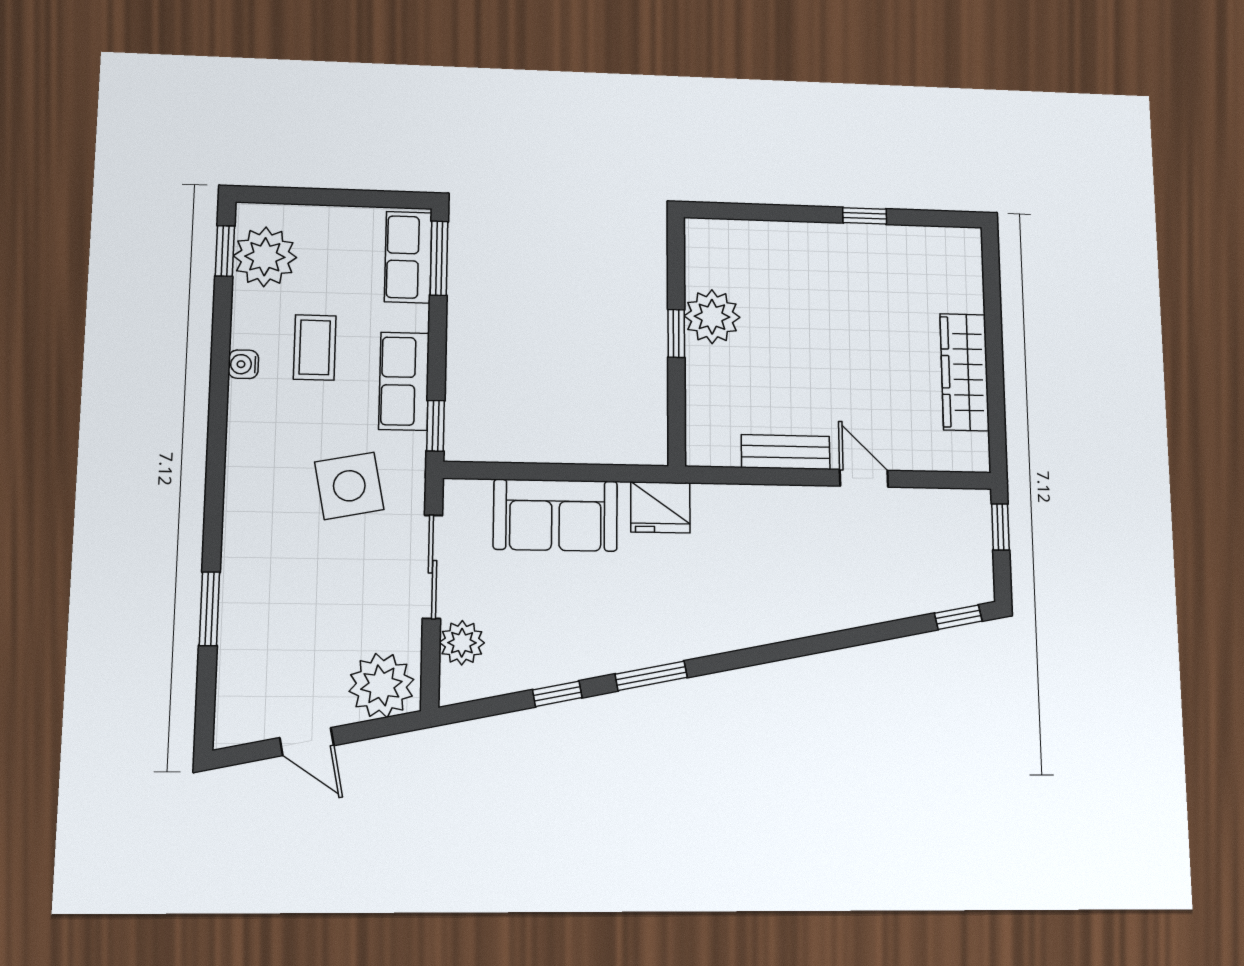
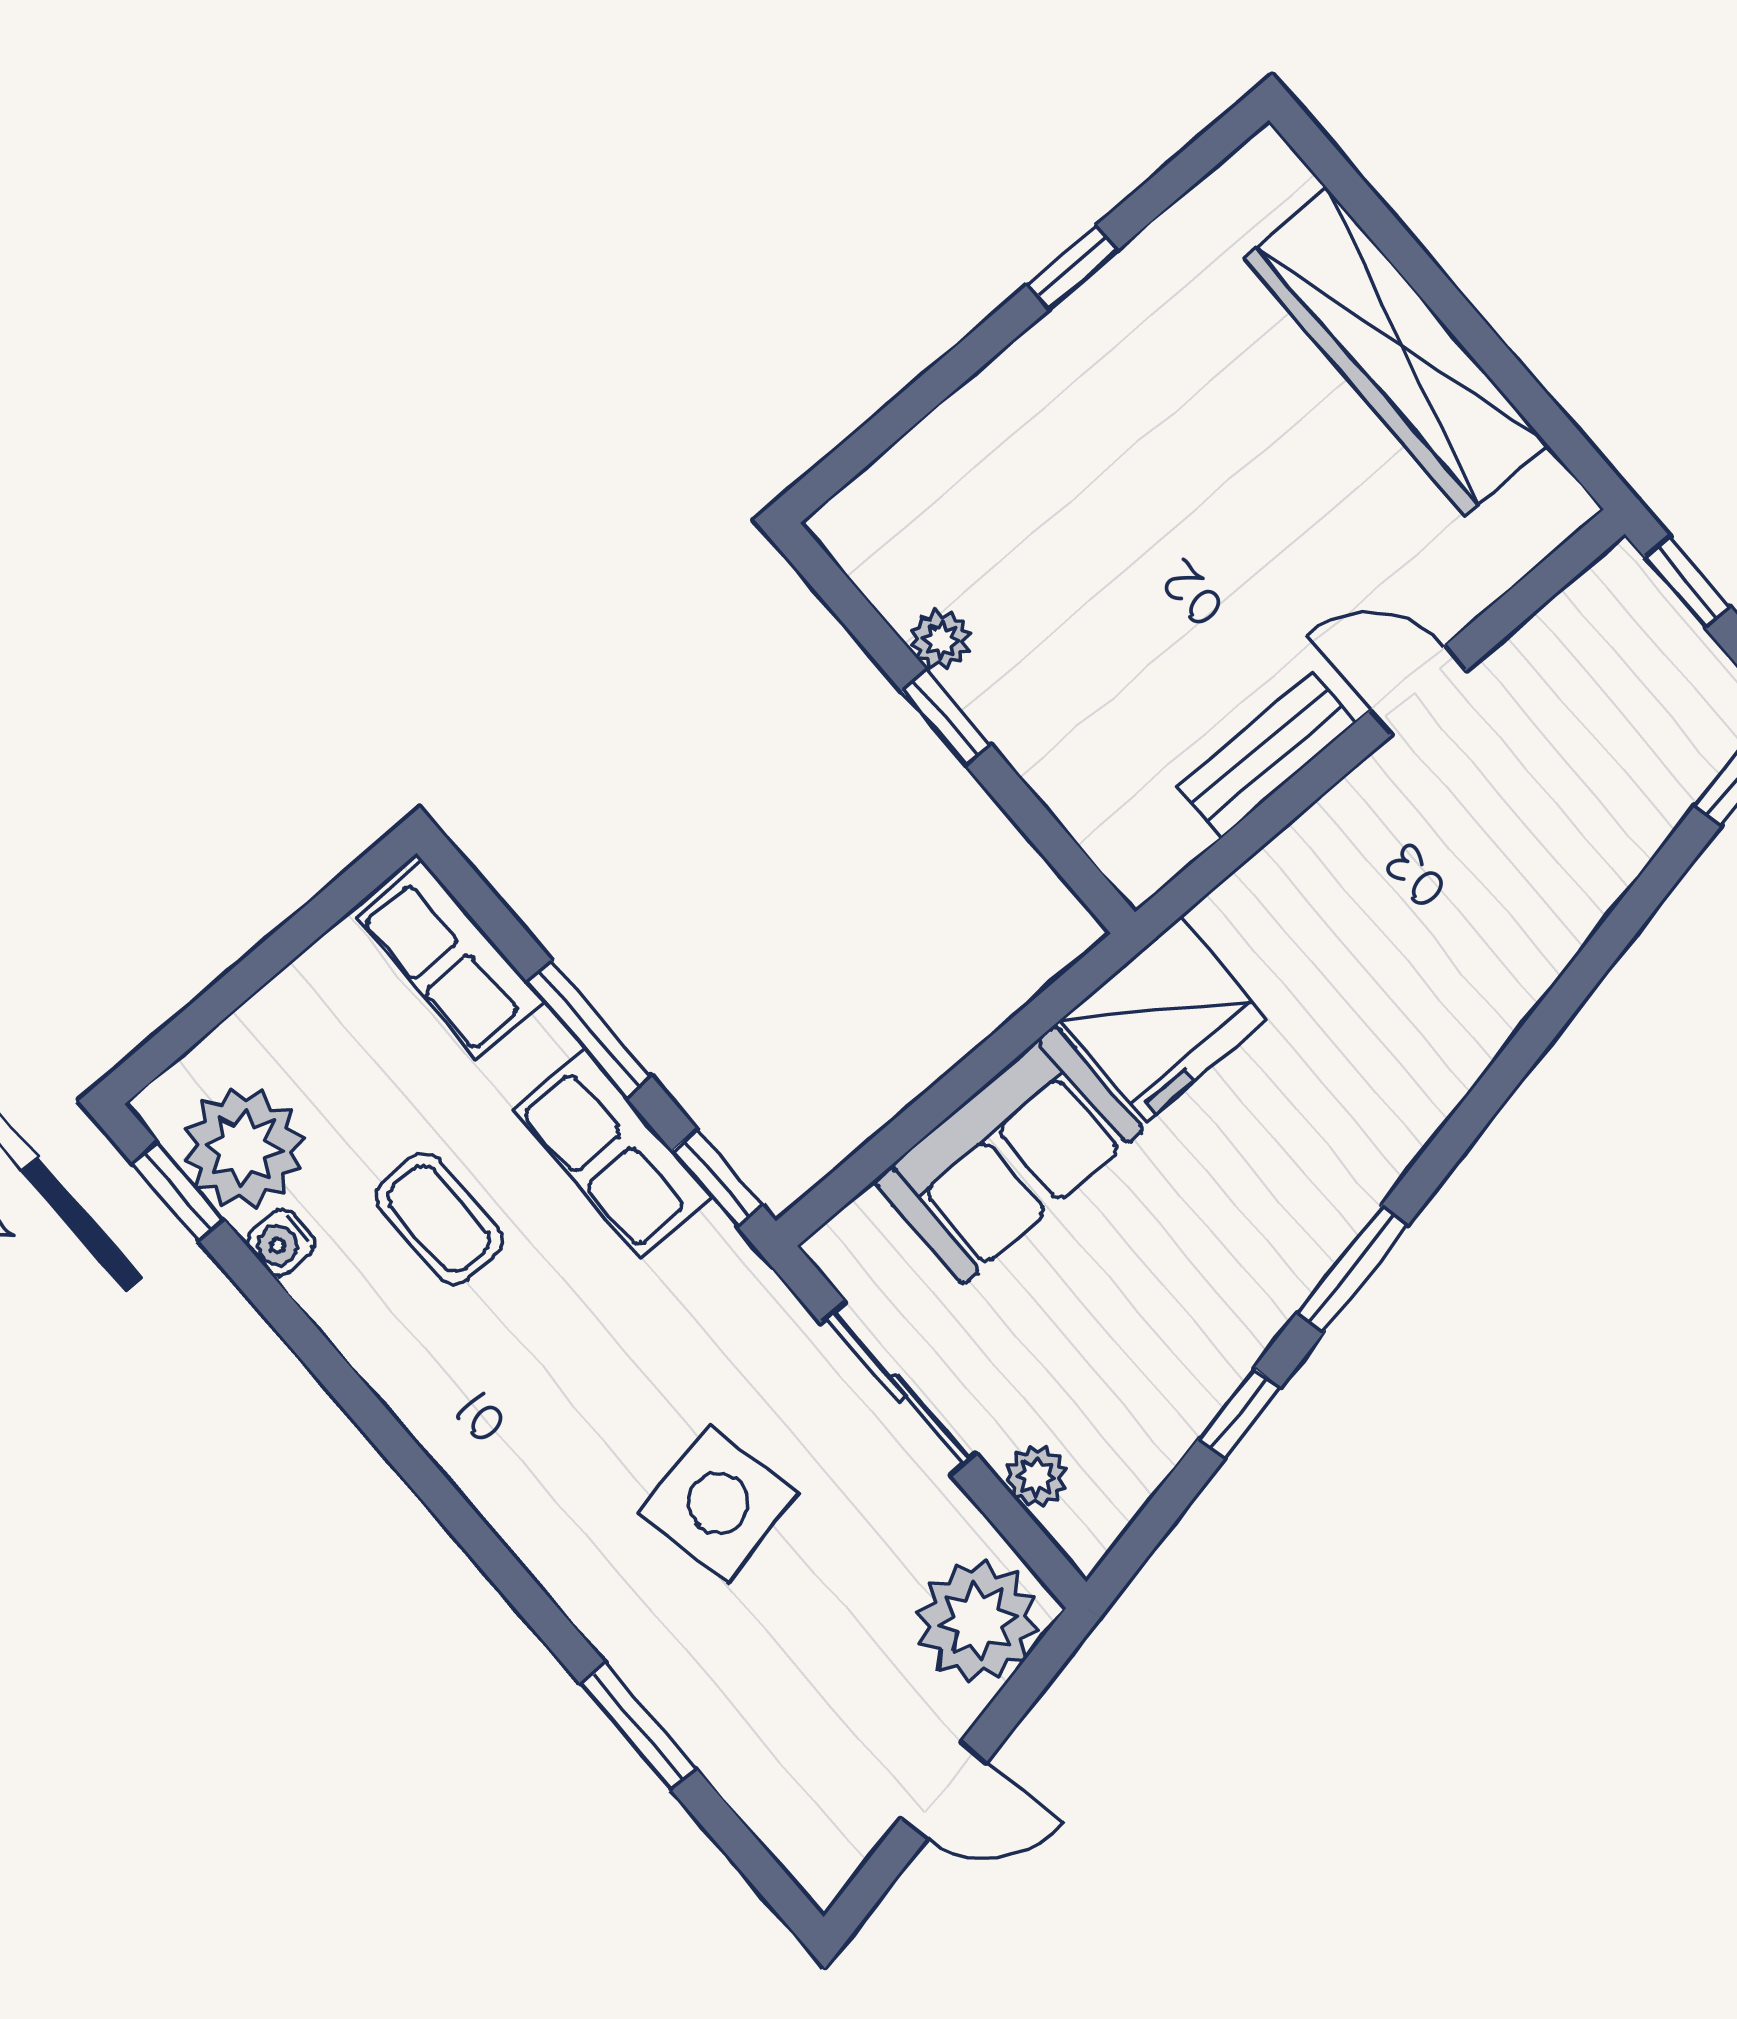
window: (439, 258) -> (589, 1029), moved
plant: (712, 317) -> (940, 640), width x0.53, depth x0.53
water cooler: (243, 364) -> (281, 1243), moved
wardrobe: (965, 372) -> (1396, 352), width x1.40, depth x1.17
side table: (349, 486) -> (718, 1503), moved
fridge: (660, 507) -> (1163, 1019), width x1.36, depth x1.34
plant: (462, 643) -> (1037, 1477), width x0.73, depth x0.73

